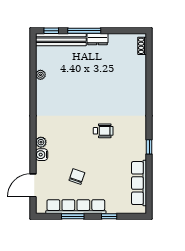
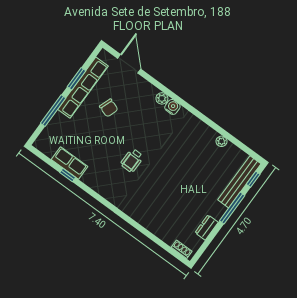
dresser: (97, 39) -> (207, 227), moved
window: (149, 147) -> (68, 175), moved
water cooler: (42, 155) -> (172, 107), moved
row of seats: (139, 183) -> (70, 163), width x0.68
window: (109, 216) -> (53, 111), width x2.17

